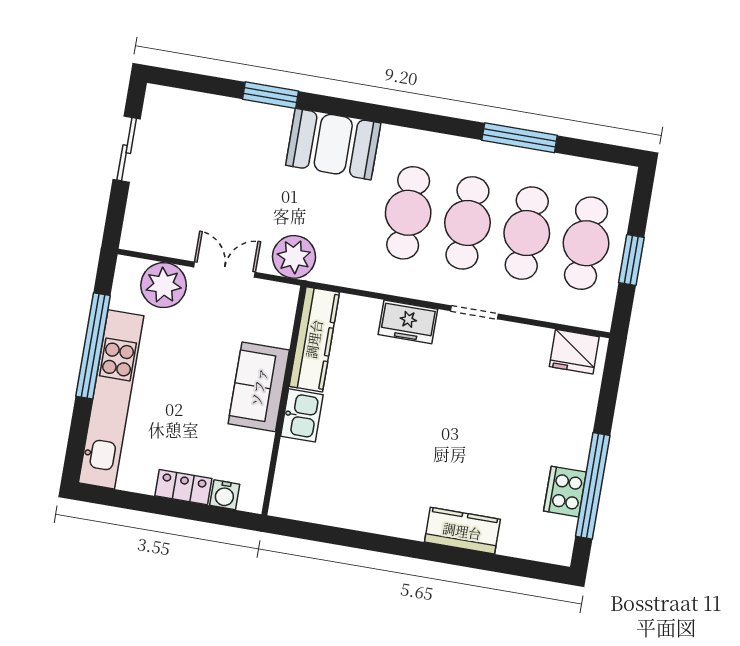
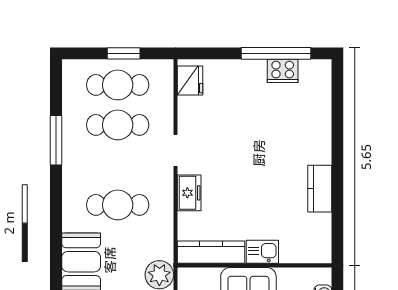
cafe table: (467, 223) -> (118, 165), removed
kitchen counter: (462, 531) -> (320, 189), moved

